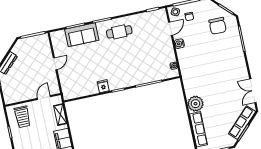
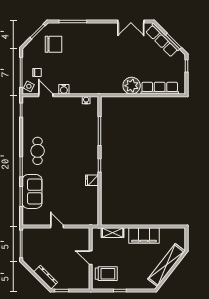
door: (44, 98) -> (91, 258), moved

